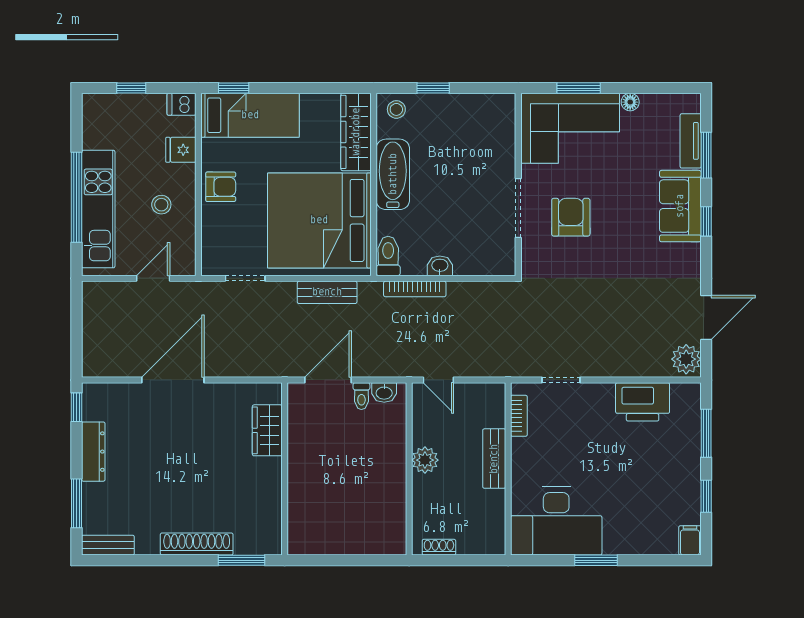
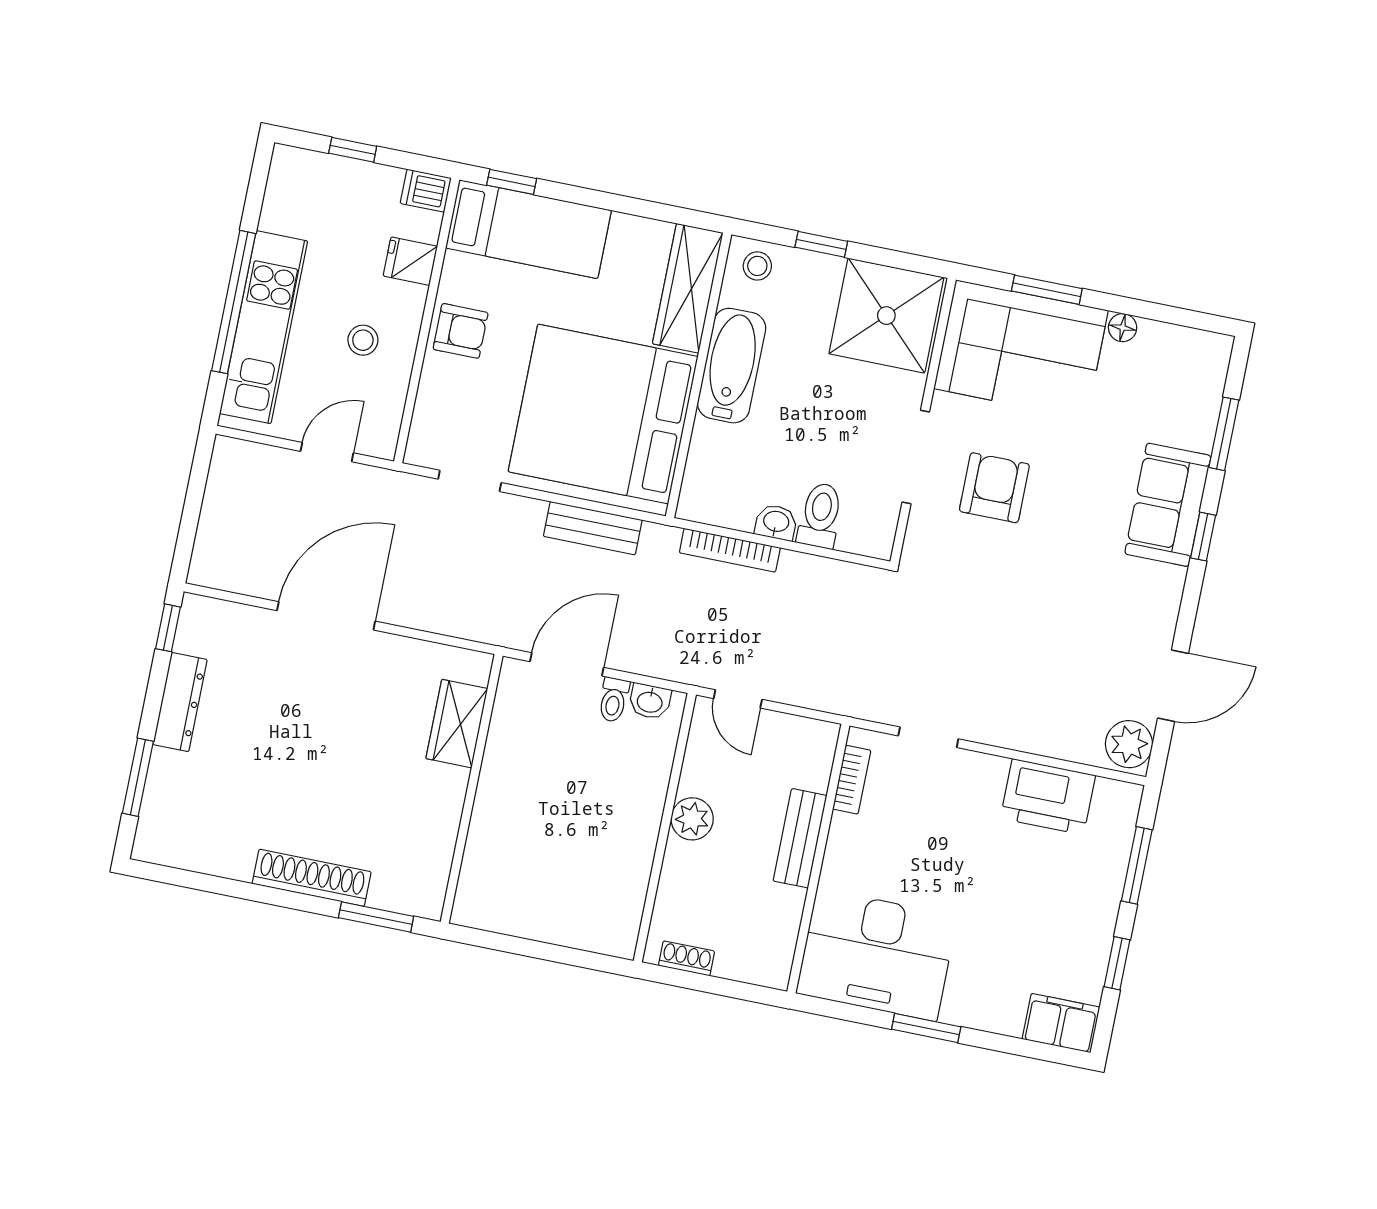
shower: (482, 124) -> (886, 316), added
tv unit: (691, 141) -> (1204, 407), removed
toilet: (388, 256) -> (820, 515), moved
filing cabinet: (690, 540) -> (1061, 1023), width x2.00
bench: (108, 545) -> (173, 852), removed

